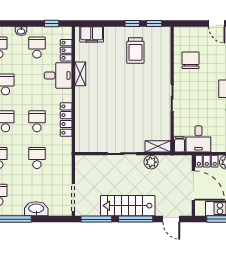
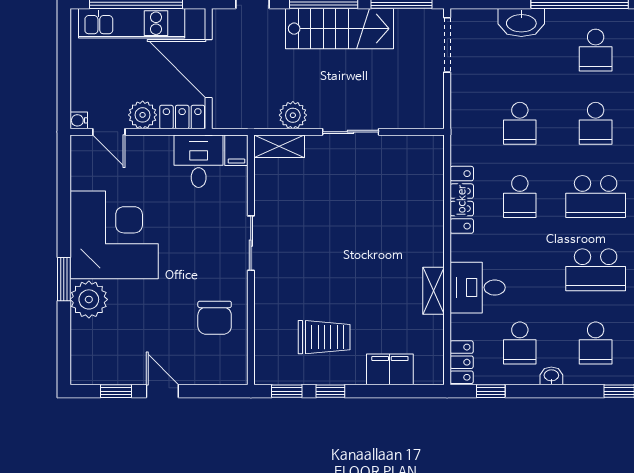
filing cabinet: (92, 34) -> (390, 369), moved
locker: (66, 50) -> (462, 362), moved
trolley: (135, 50) -> (324, 337), turned 90

